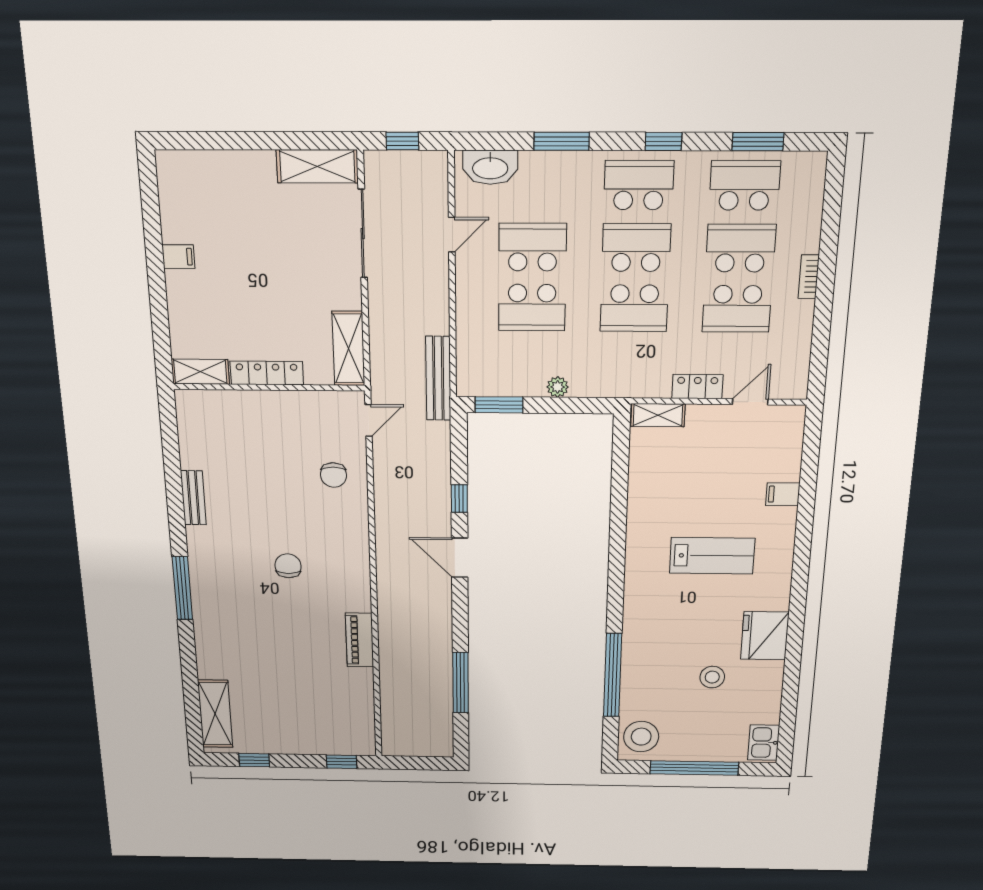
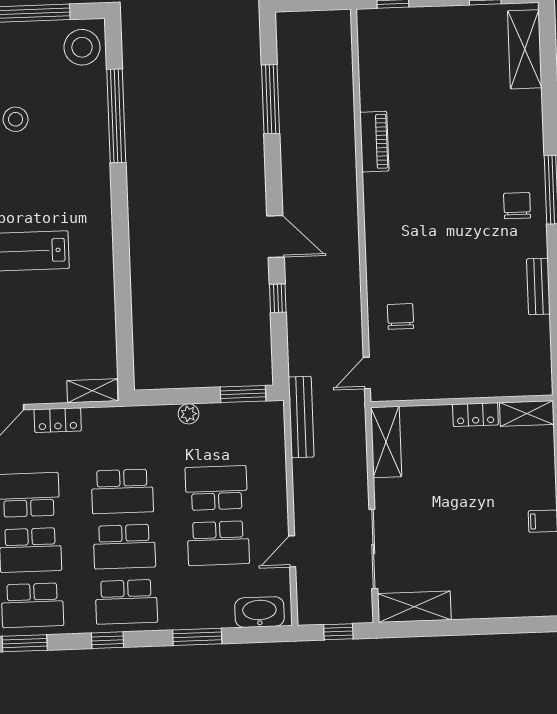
school desk: (634, 308) -> (122, 491), turned 180
locker: (267, 373) -> (475, 415), width x0.66
chair: (288, 566) -> (517, 206), moved, turned 180

